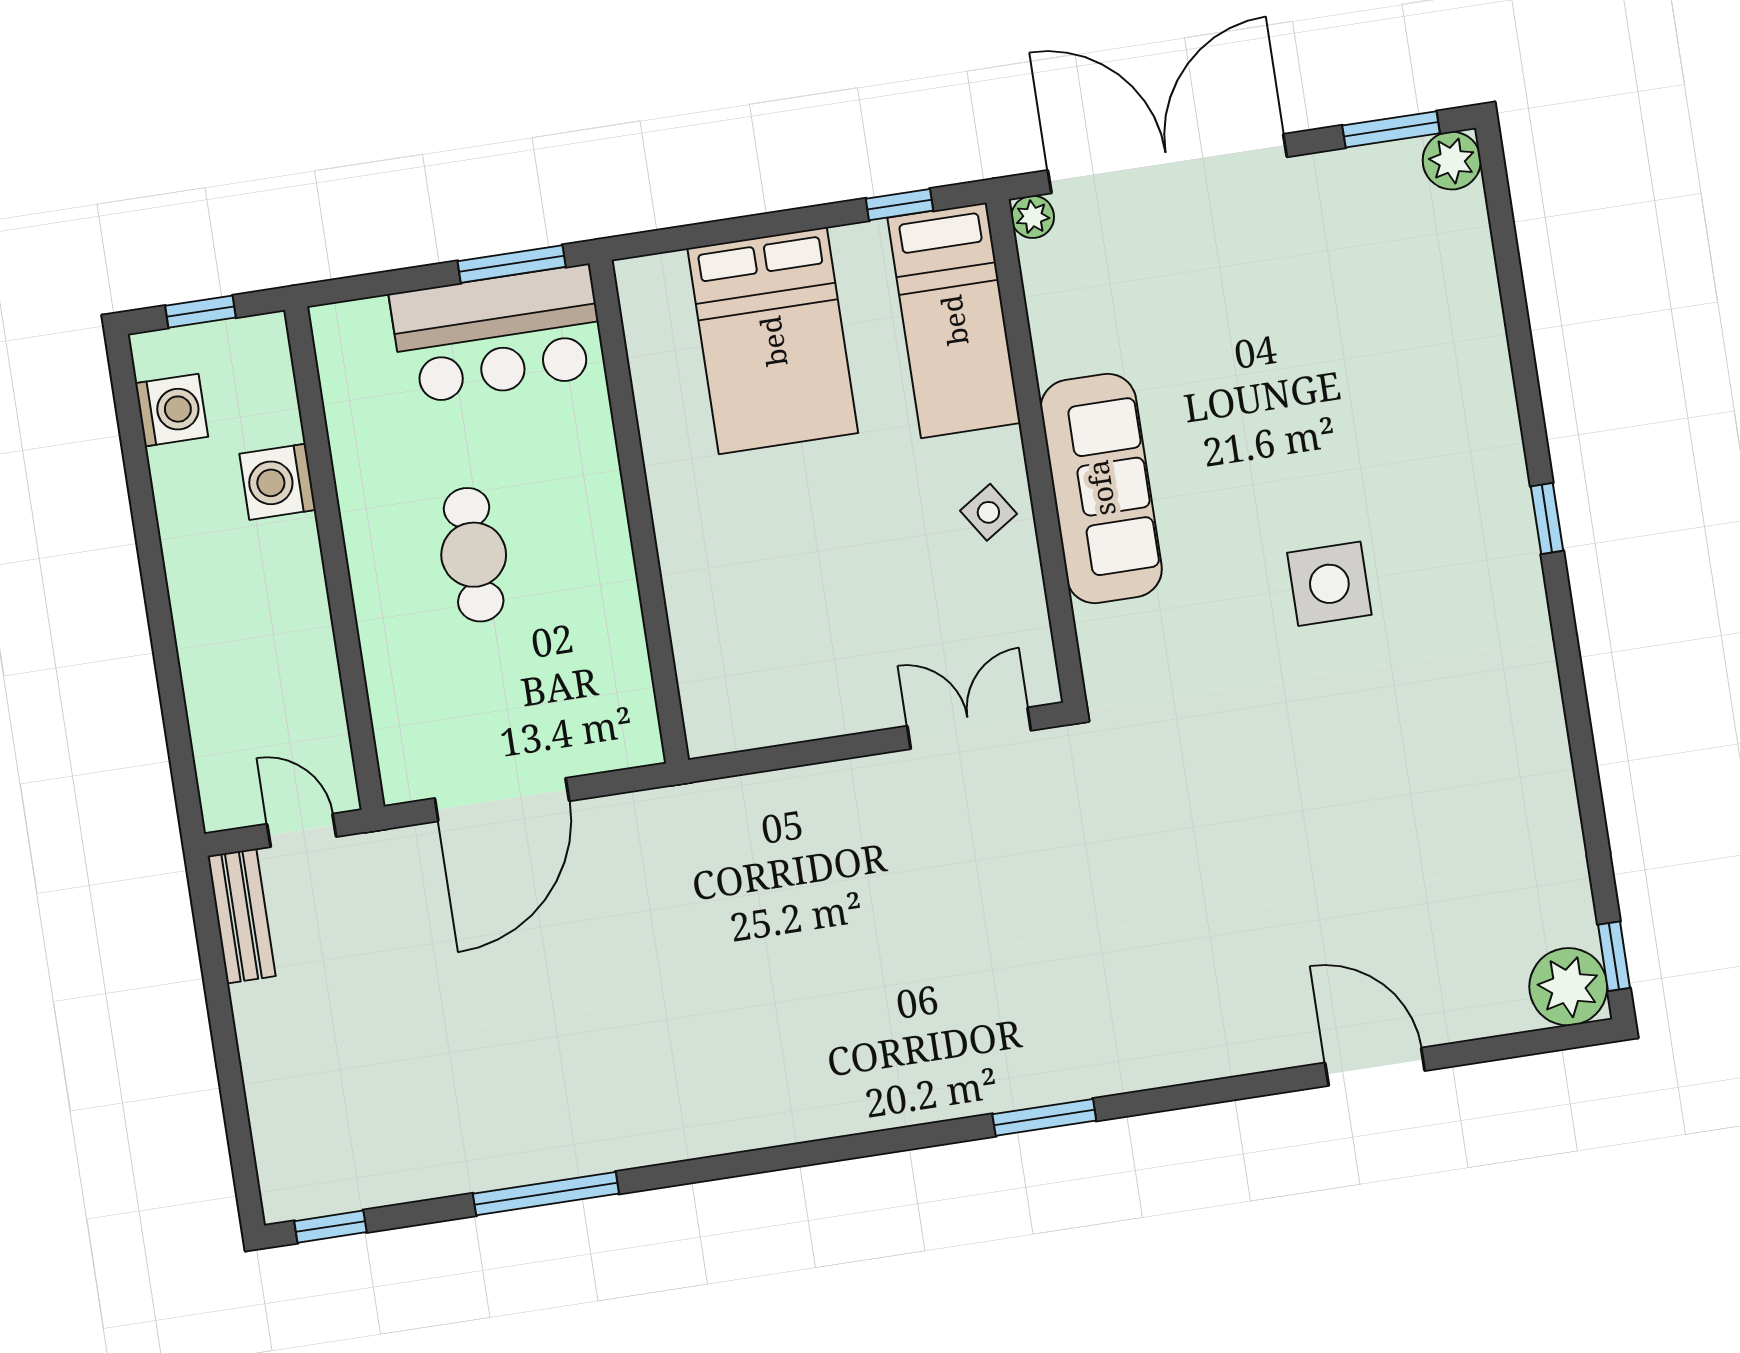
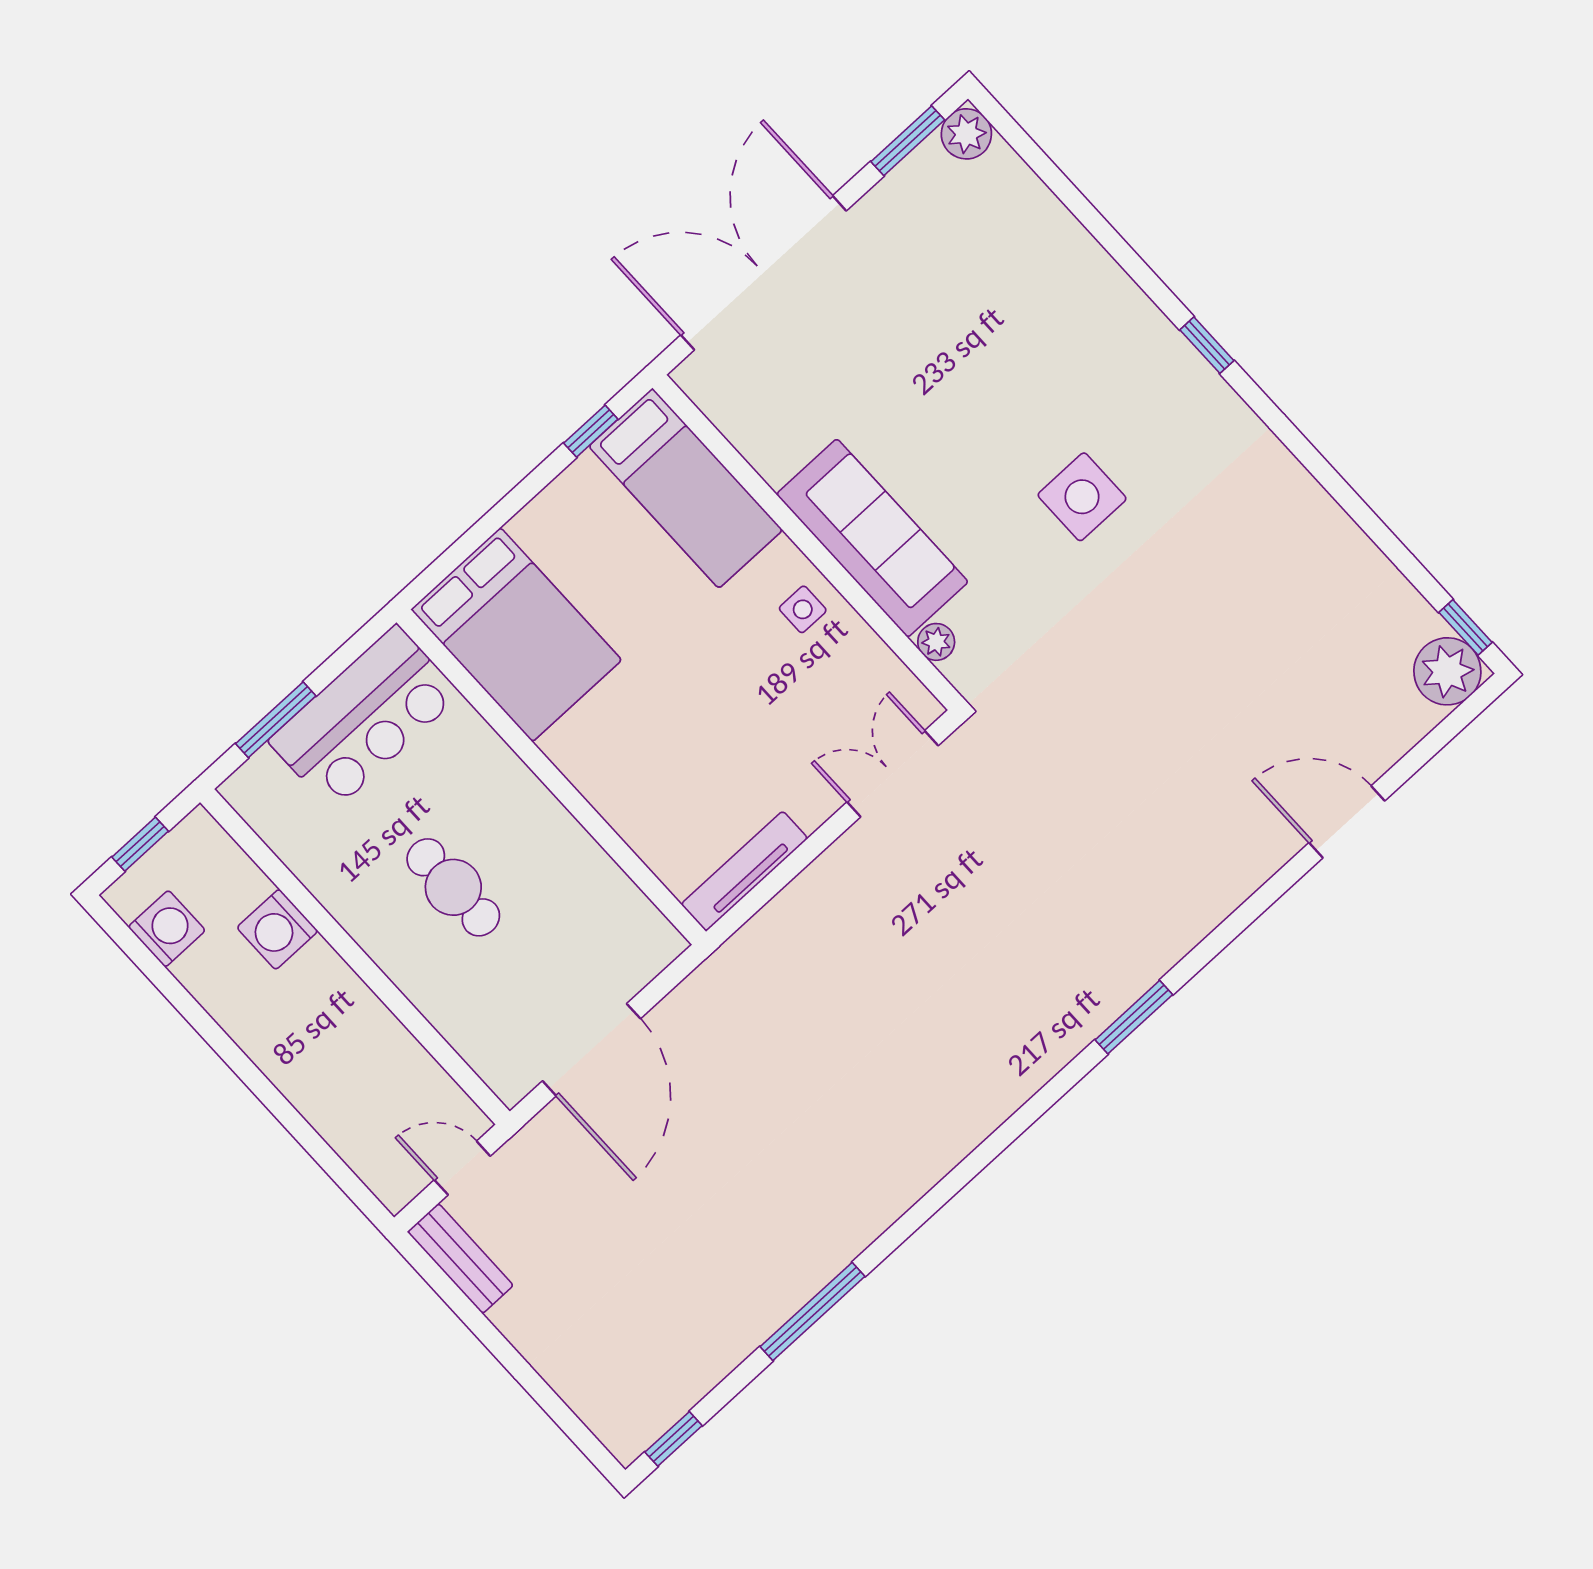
plant: (1033, 217) -> (936, 642), moved
window: (512, 264) -> (276, 720), moved
bed: (773, 341) -> (516, 635), moved
side table: (988, 512) -> (803, 609), turned 33
tv unit: (764, 727) -> (744, 871), added

